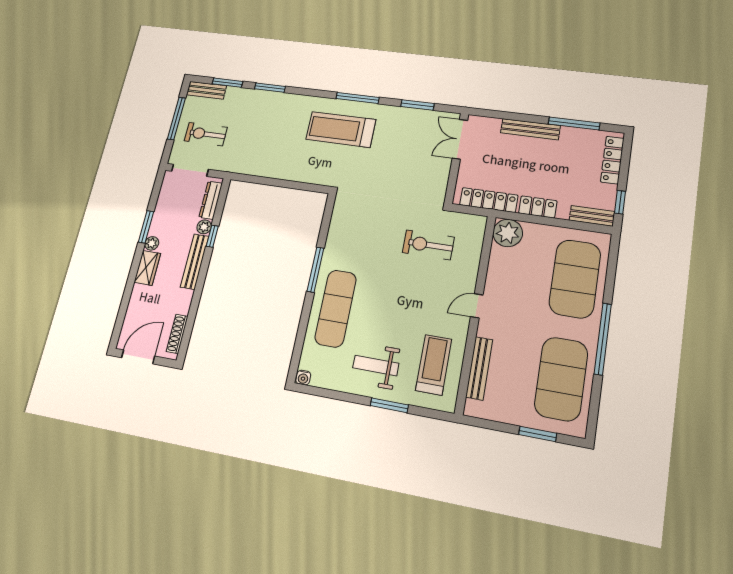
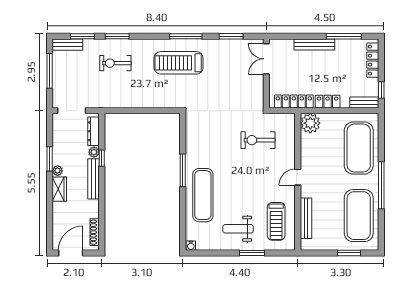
exercise bike: (206, 134) -> (115, 63), moved
treadmill: (434, 365) -> (276, 221), turned 180

